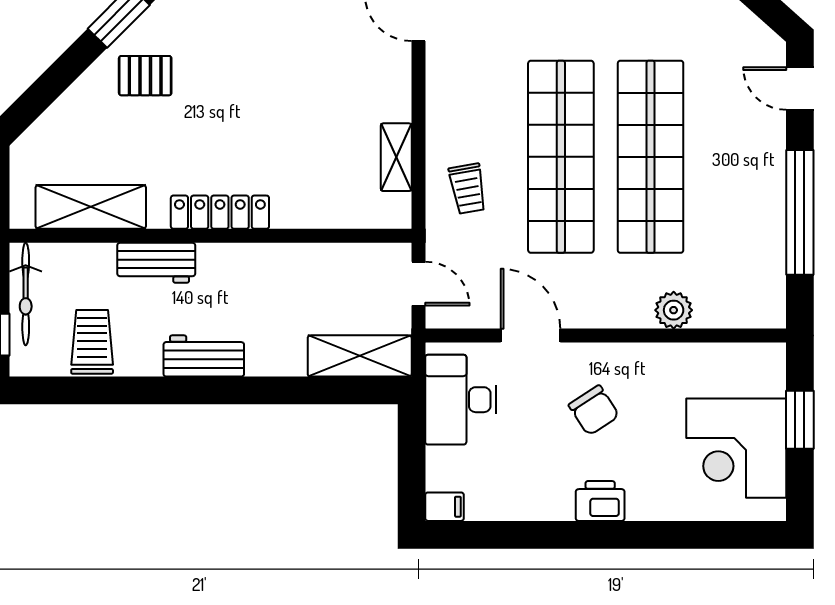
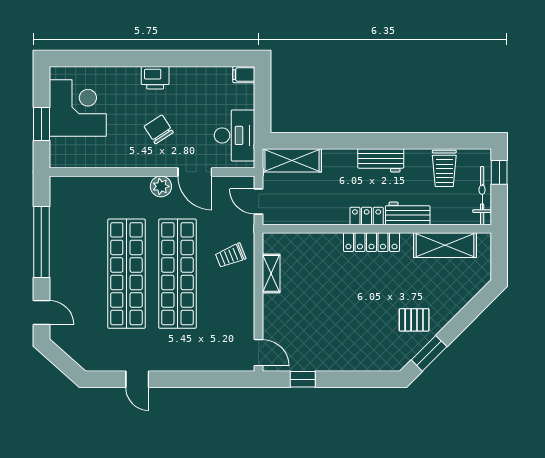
trolley: (468, 189) -> (231, 256), turned -102
locker: (229, 258) -> (367, 216), added
plant: (674, 310) -> (161, 186), moved

